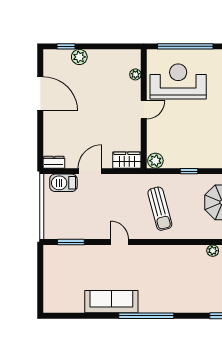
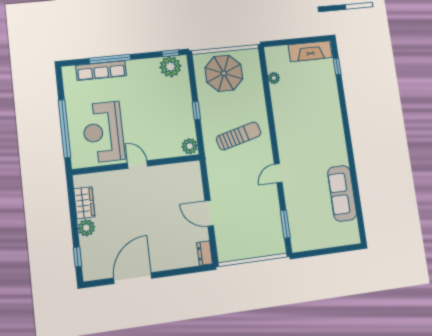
plant: (79, 57) -> (86, 228), moved
plant: (135, 74) -> (101, 178), removed
wardrobe: (127, 160) -> (84, 203), moved, turned 180
barbecue: (63, 183) -> (225, 240), removed
sofa: (111, 302) -> (342, 193), moved
window: (146, 316) -> (348, 137), removed

